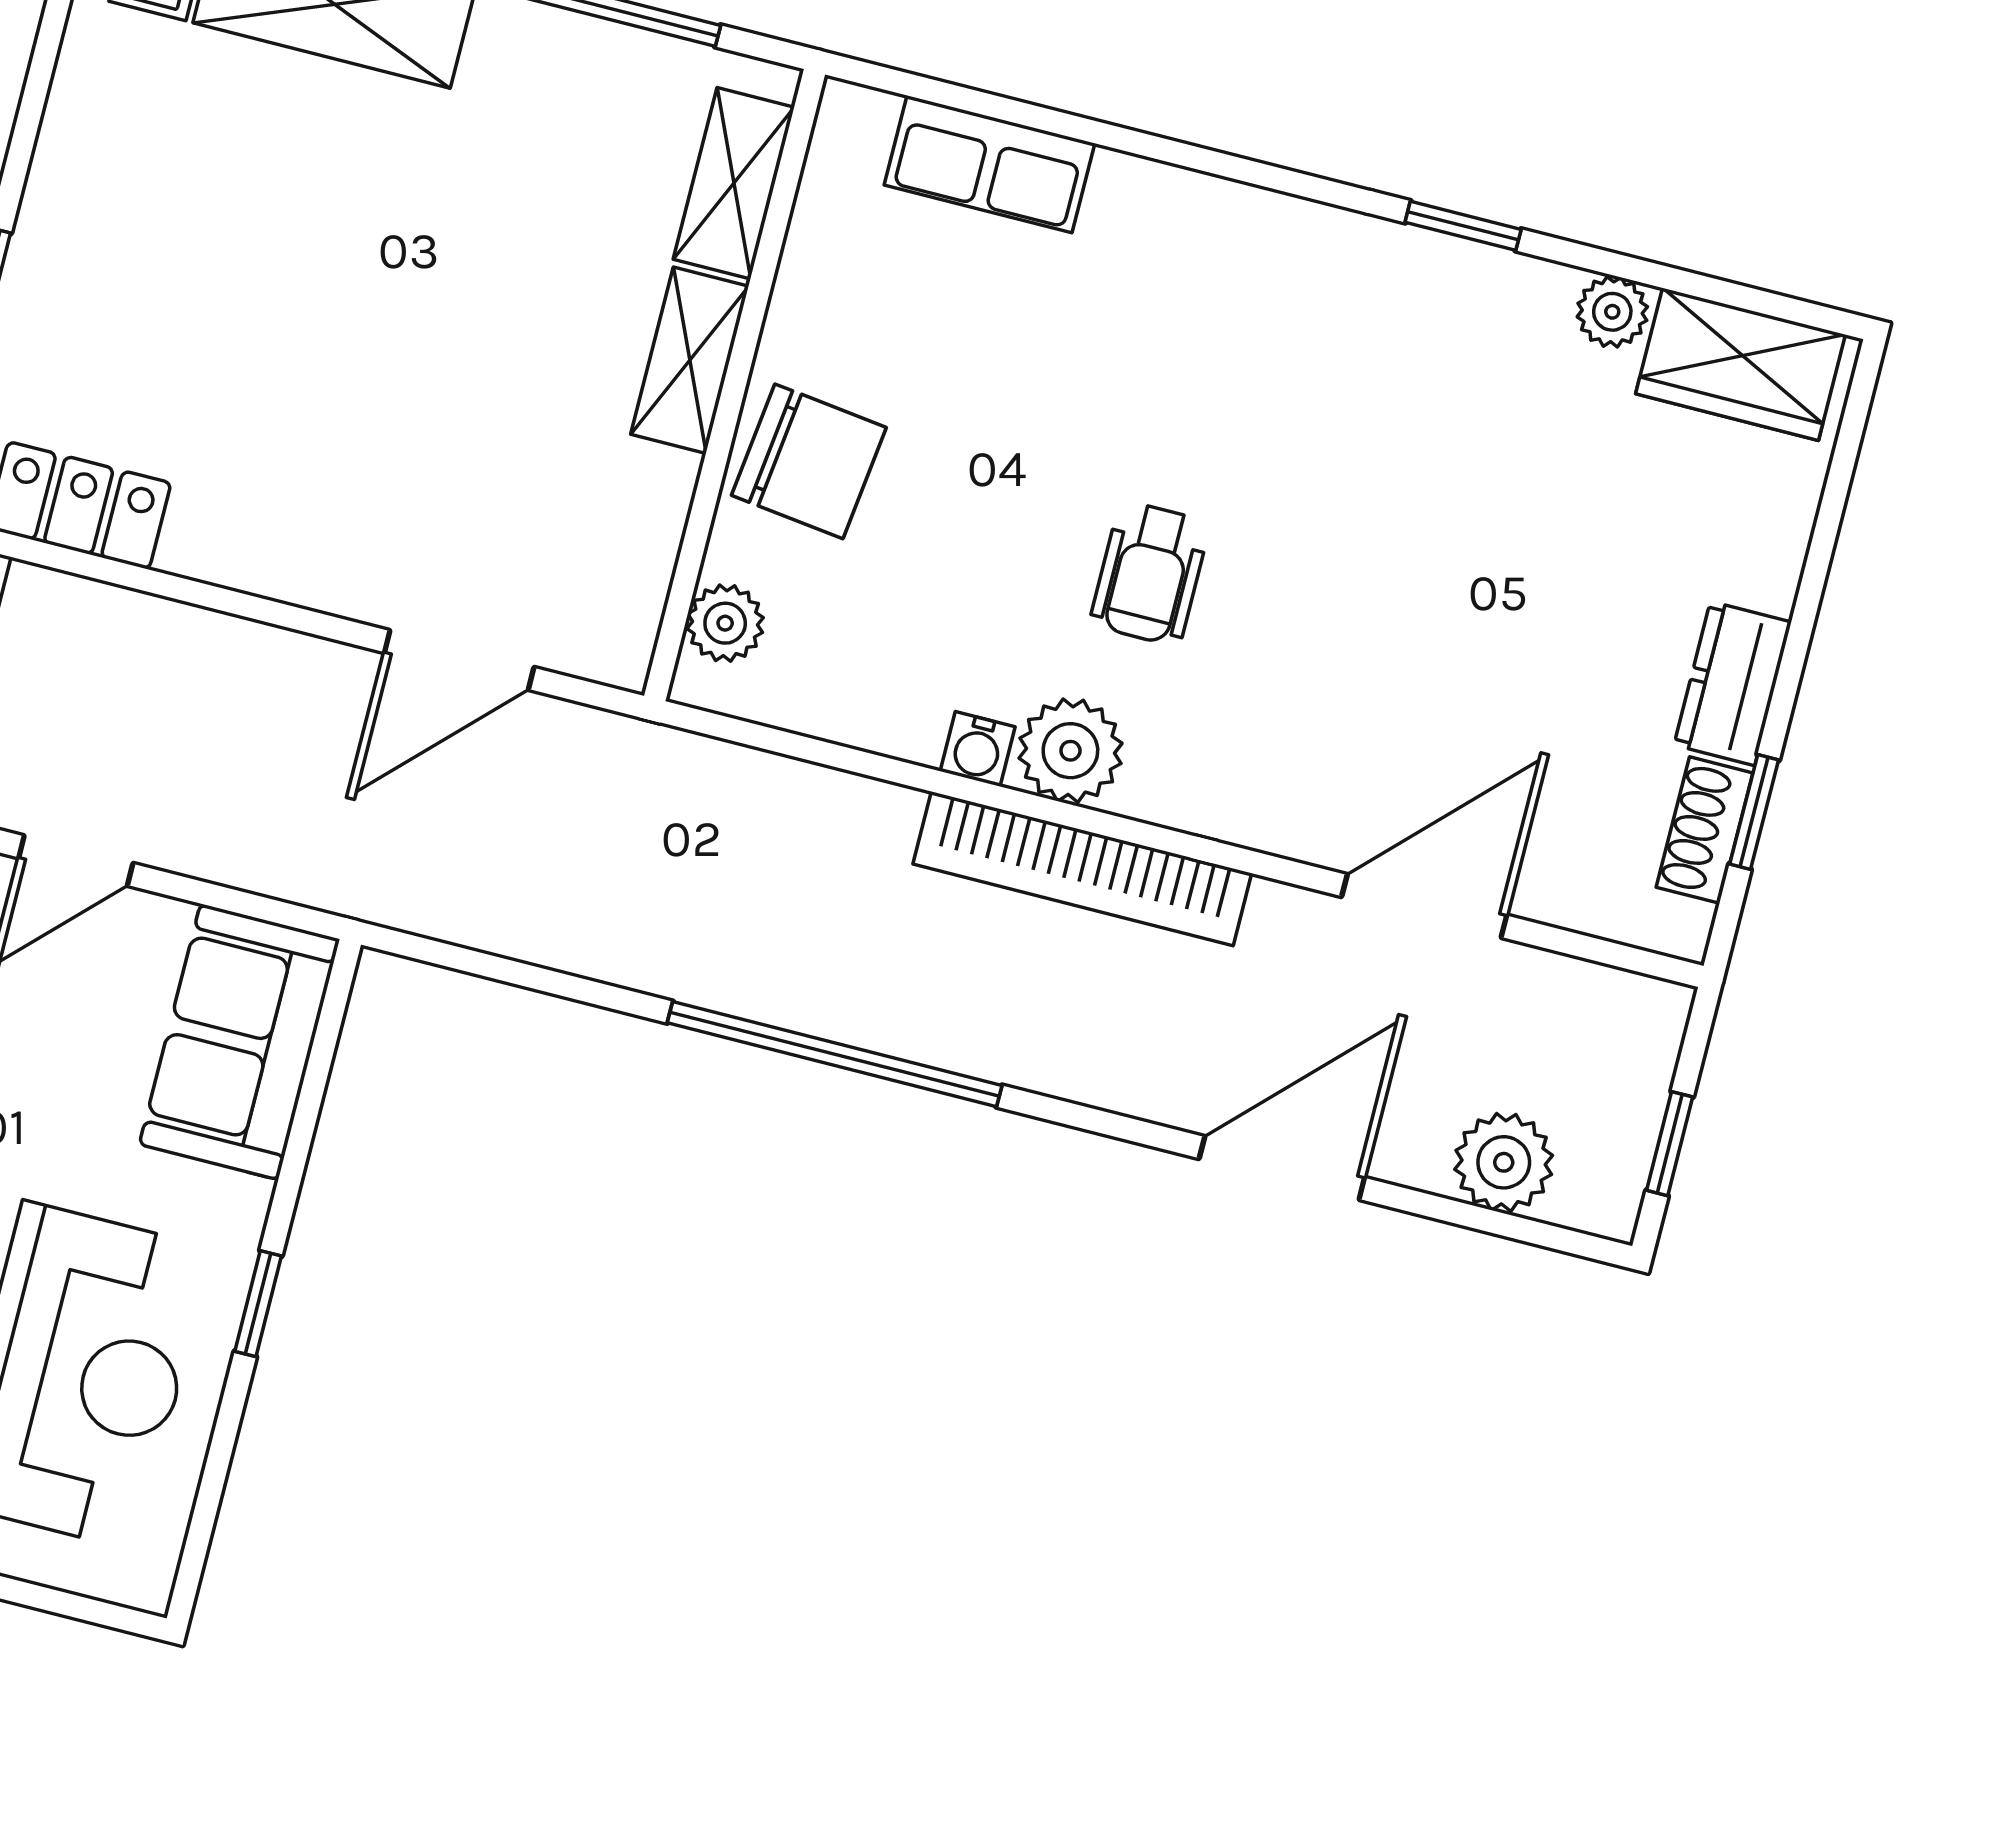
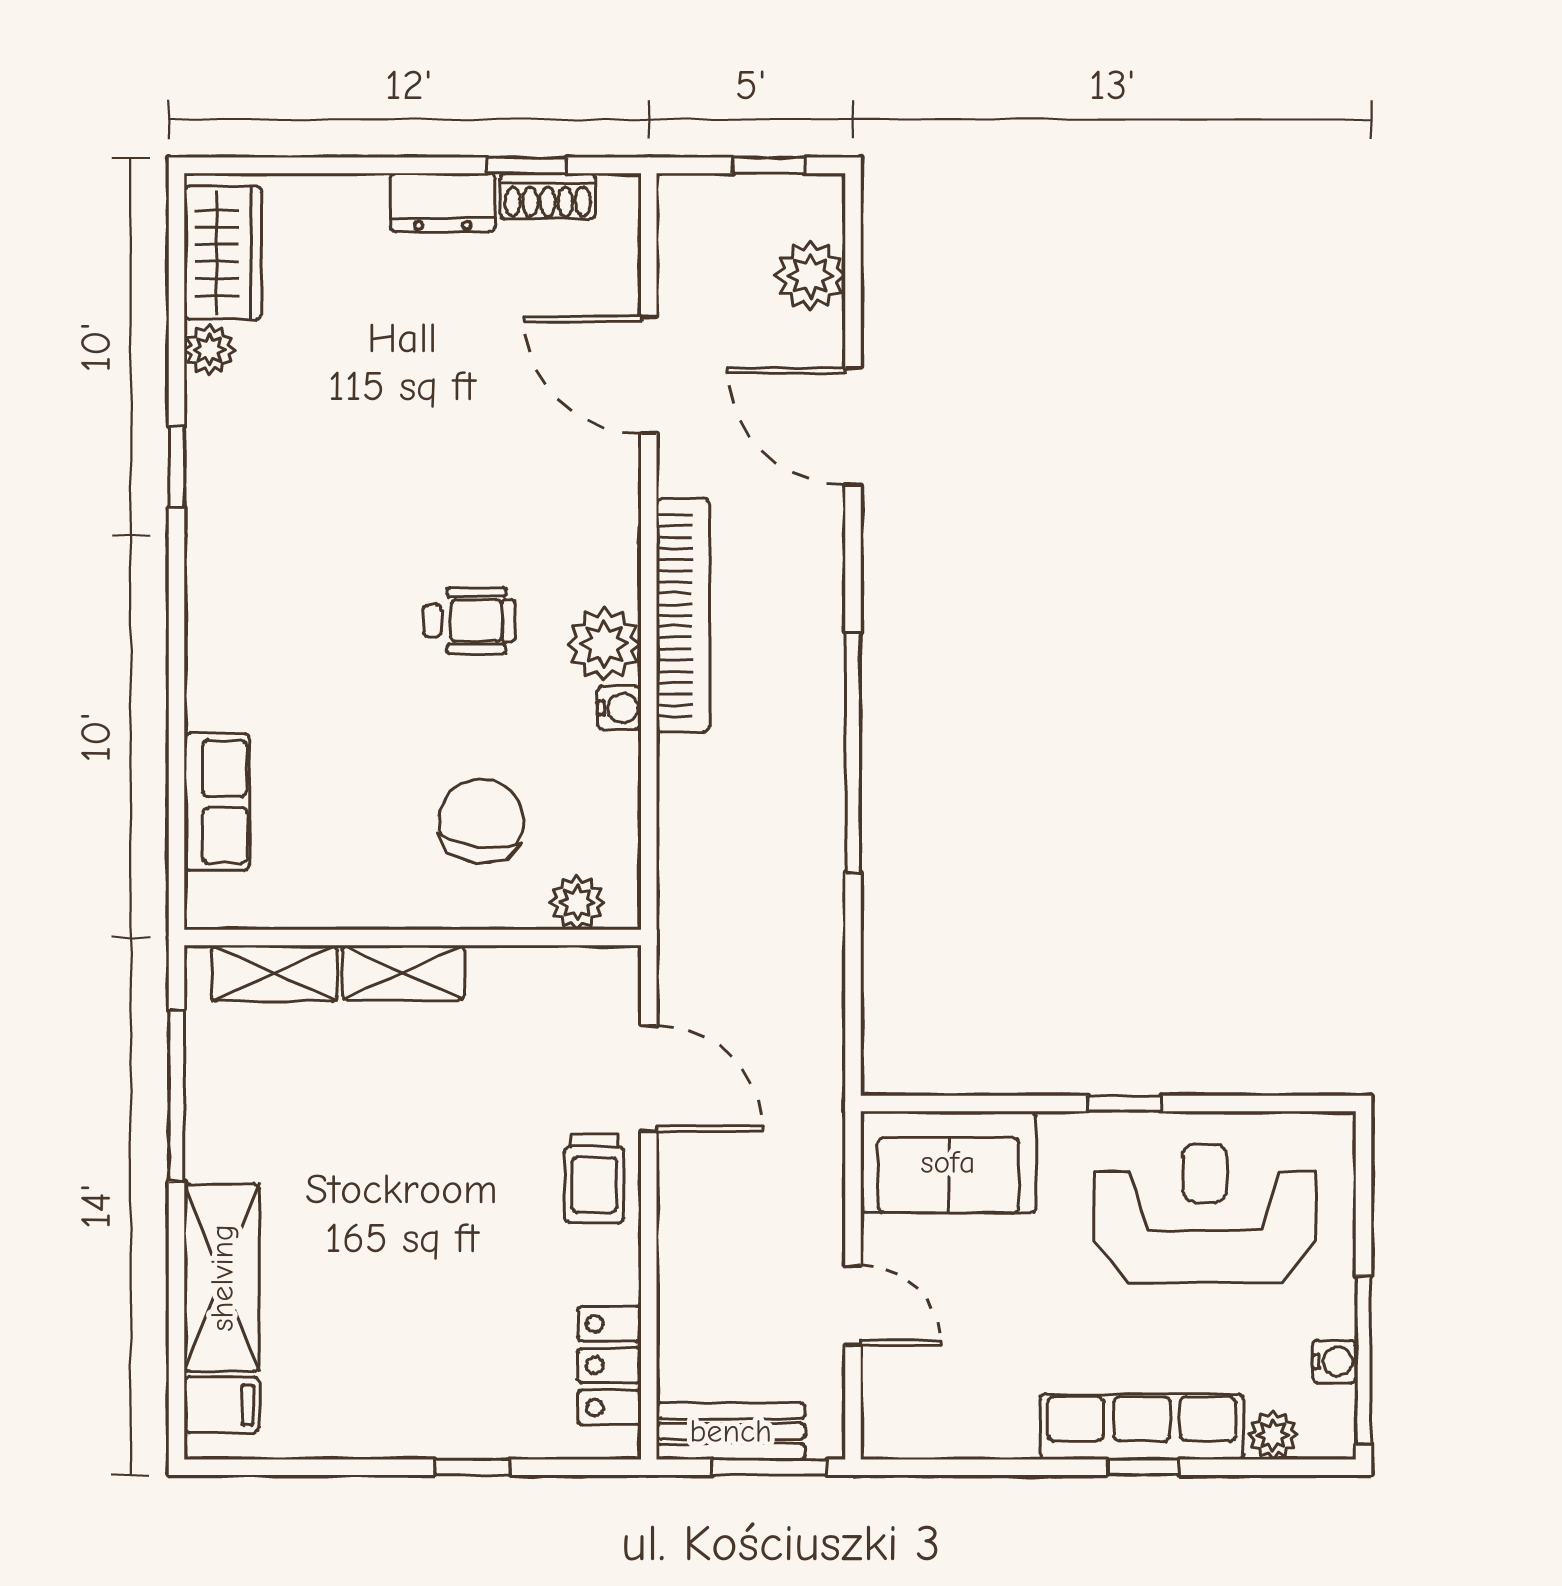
chair: (809, 461) -> (481, 821), moved
trolley: (341, 550) -> (594, 1178), added

